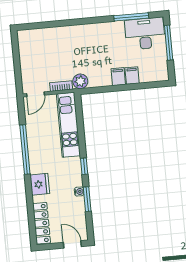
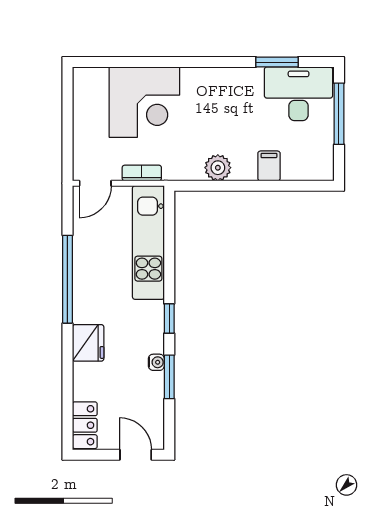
window: (131, 17) -> (277, 62), width x0.69
corner desk: (59, 46) -> (144, 102), added
filing cabinet: (118, 77) -> (244, 166), removed
plant: (80, 81) -> (218, 168), moved
locker: (42, 223) -> (85, 425), width x0.66

